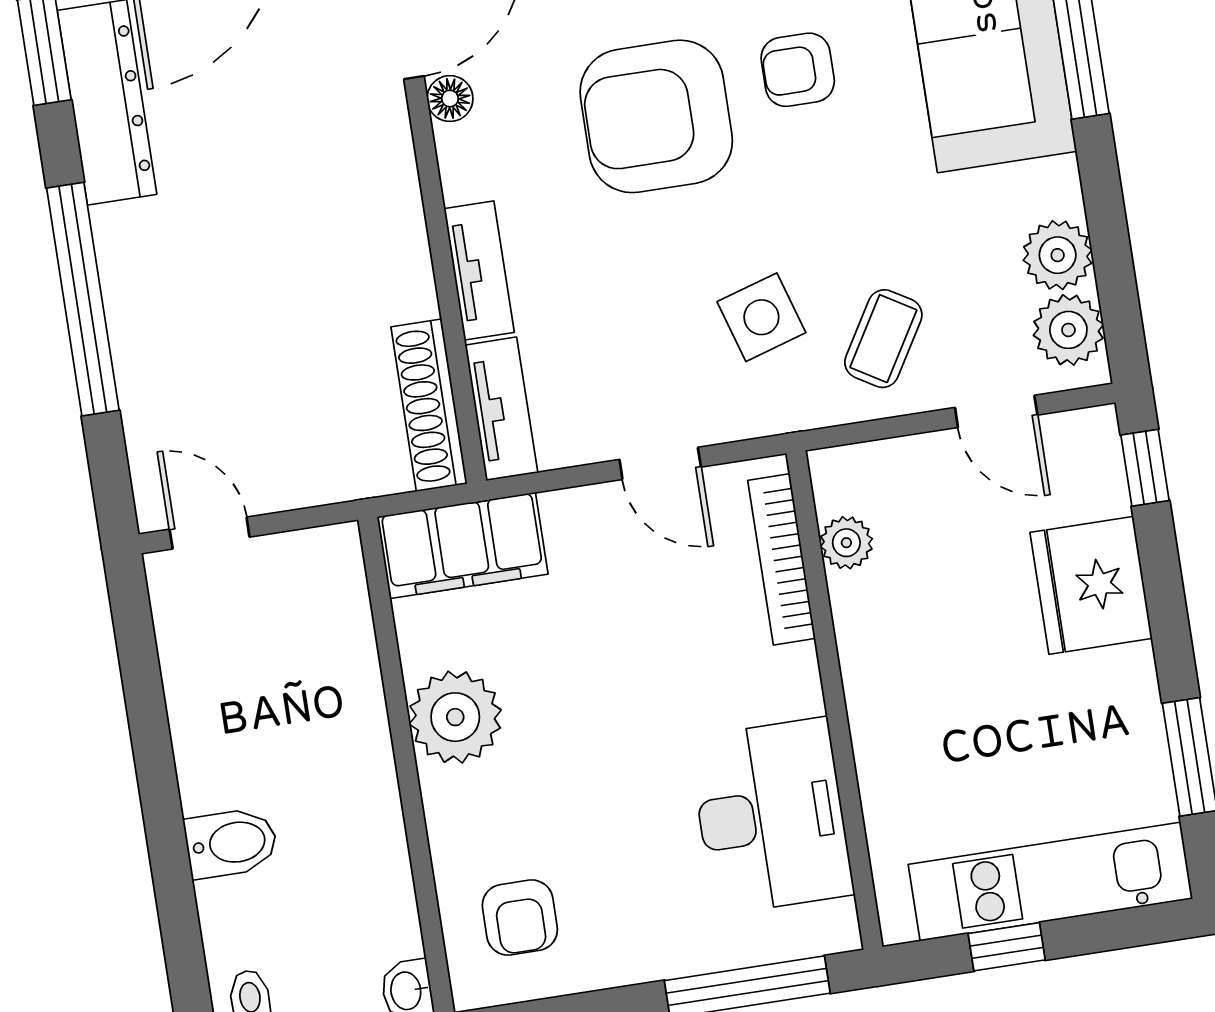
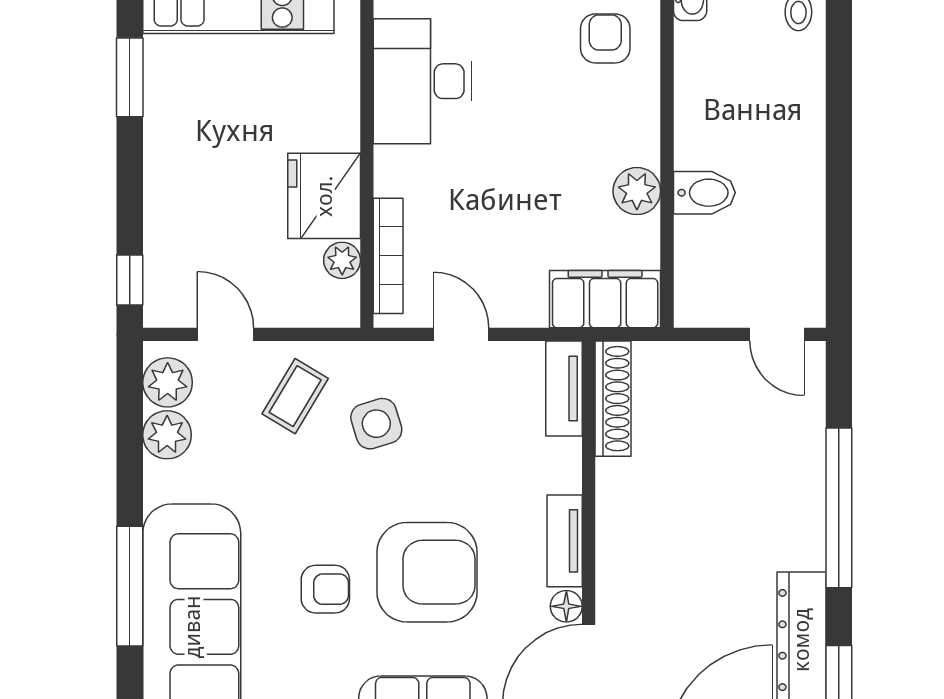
tv unit: (479, 270) -> (565, 541), moved
fridge: (1091, 585) -> (324, 196), moved, turned 180
plant: (455, 717) -> (637, 191), width x0.73, depth x0.73
bidet: (231, 843) -> (704, 193), moved, turned 180

